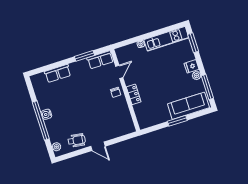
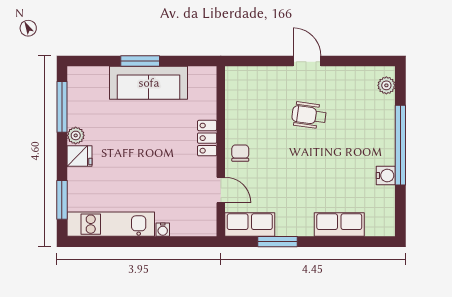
door: (119, 72) -> (221, 190), swing flipped
sofa: (188, 106) -> (149, 83), moved
water cooler: (46, 114) -> (386, 176), moved
wheelchair: (77, 140) -> (309, 115), moved

